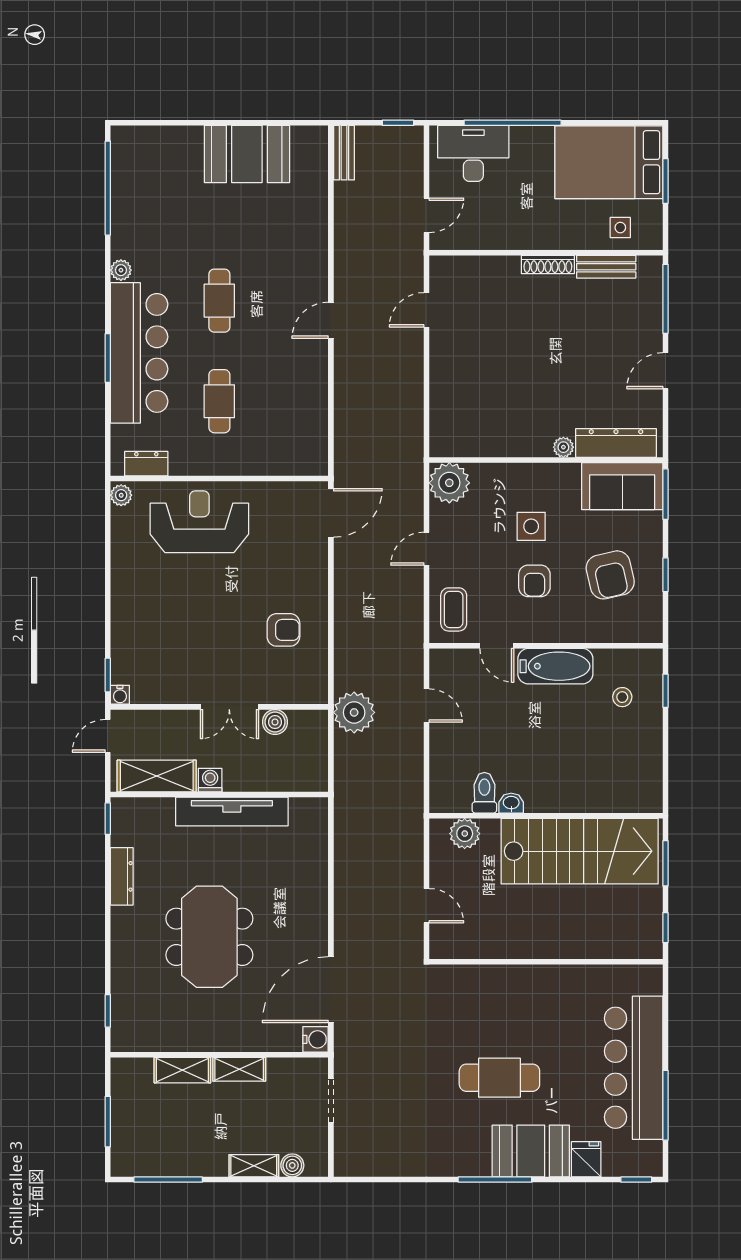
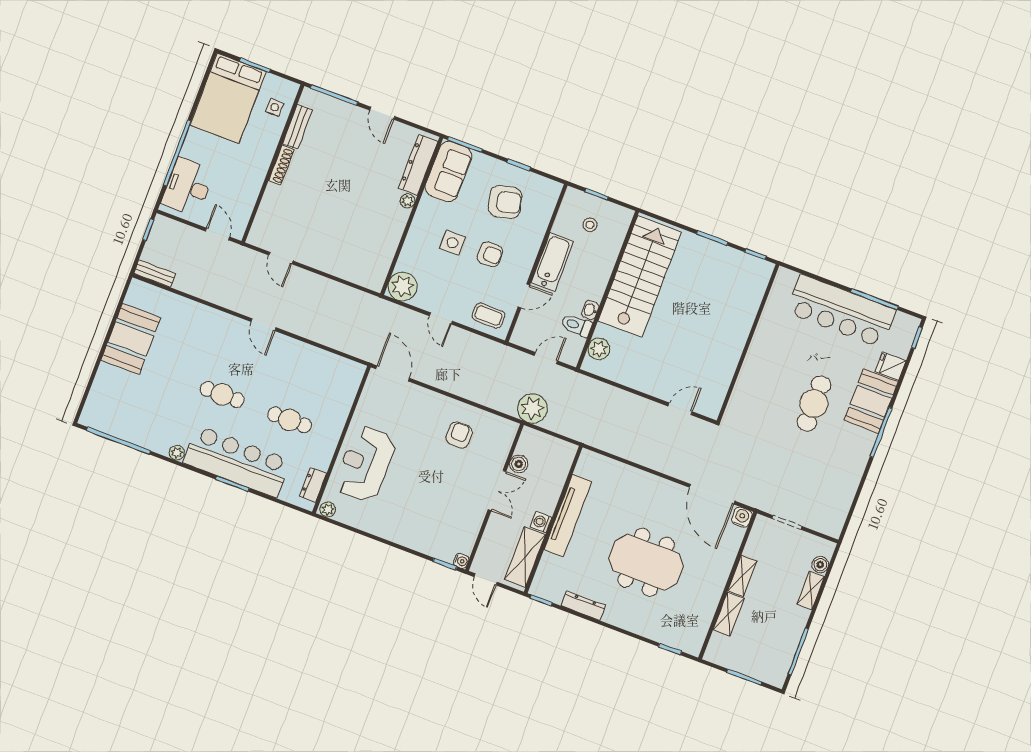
toilet: (484, 793) -> (576, 325), moved
washbasin: (511, 803) -> (590, 310), moved
wall: (546, 816) -> (607, 290), moved
plant: (465, 834) -> (599, 349), moved
stairs: (580, 851) -> (640, 276), moved

